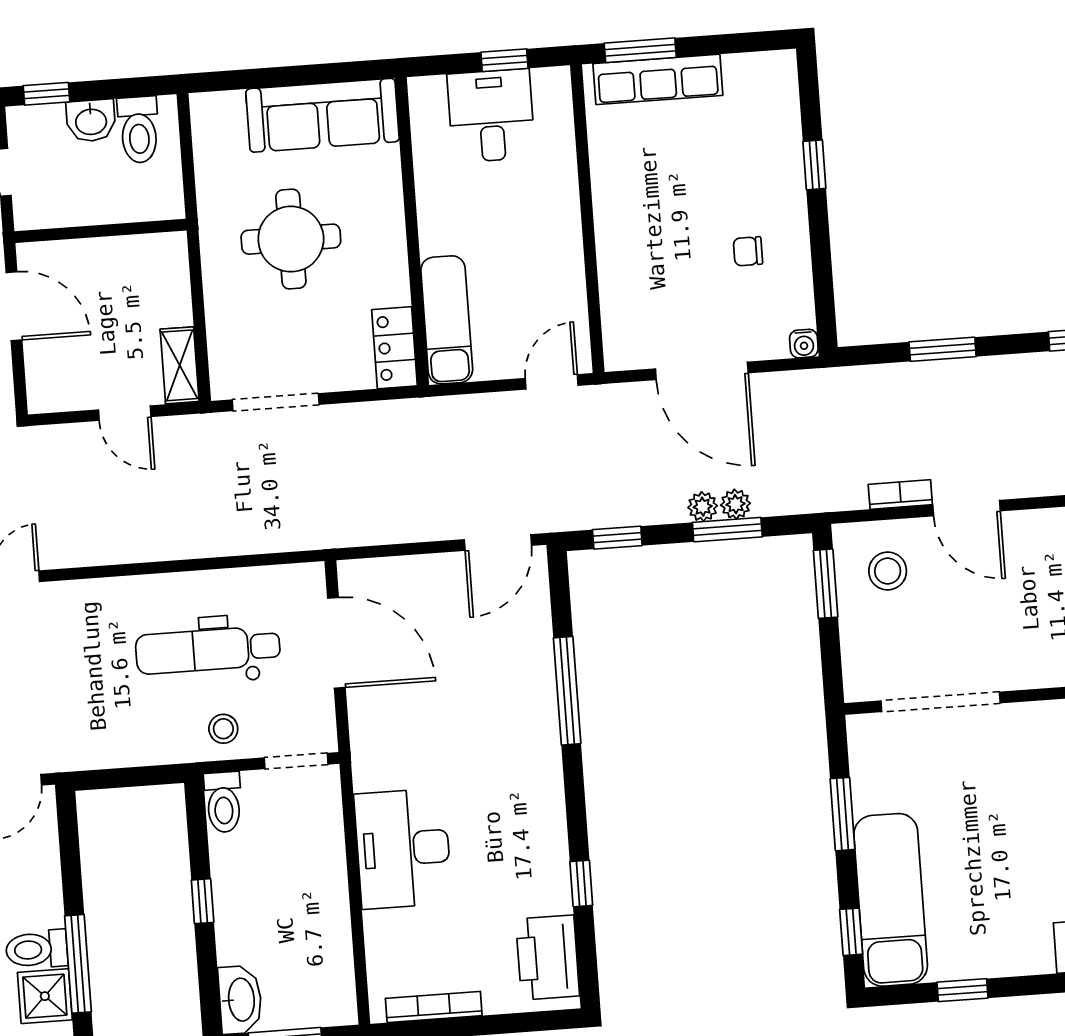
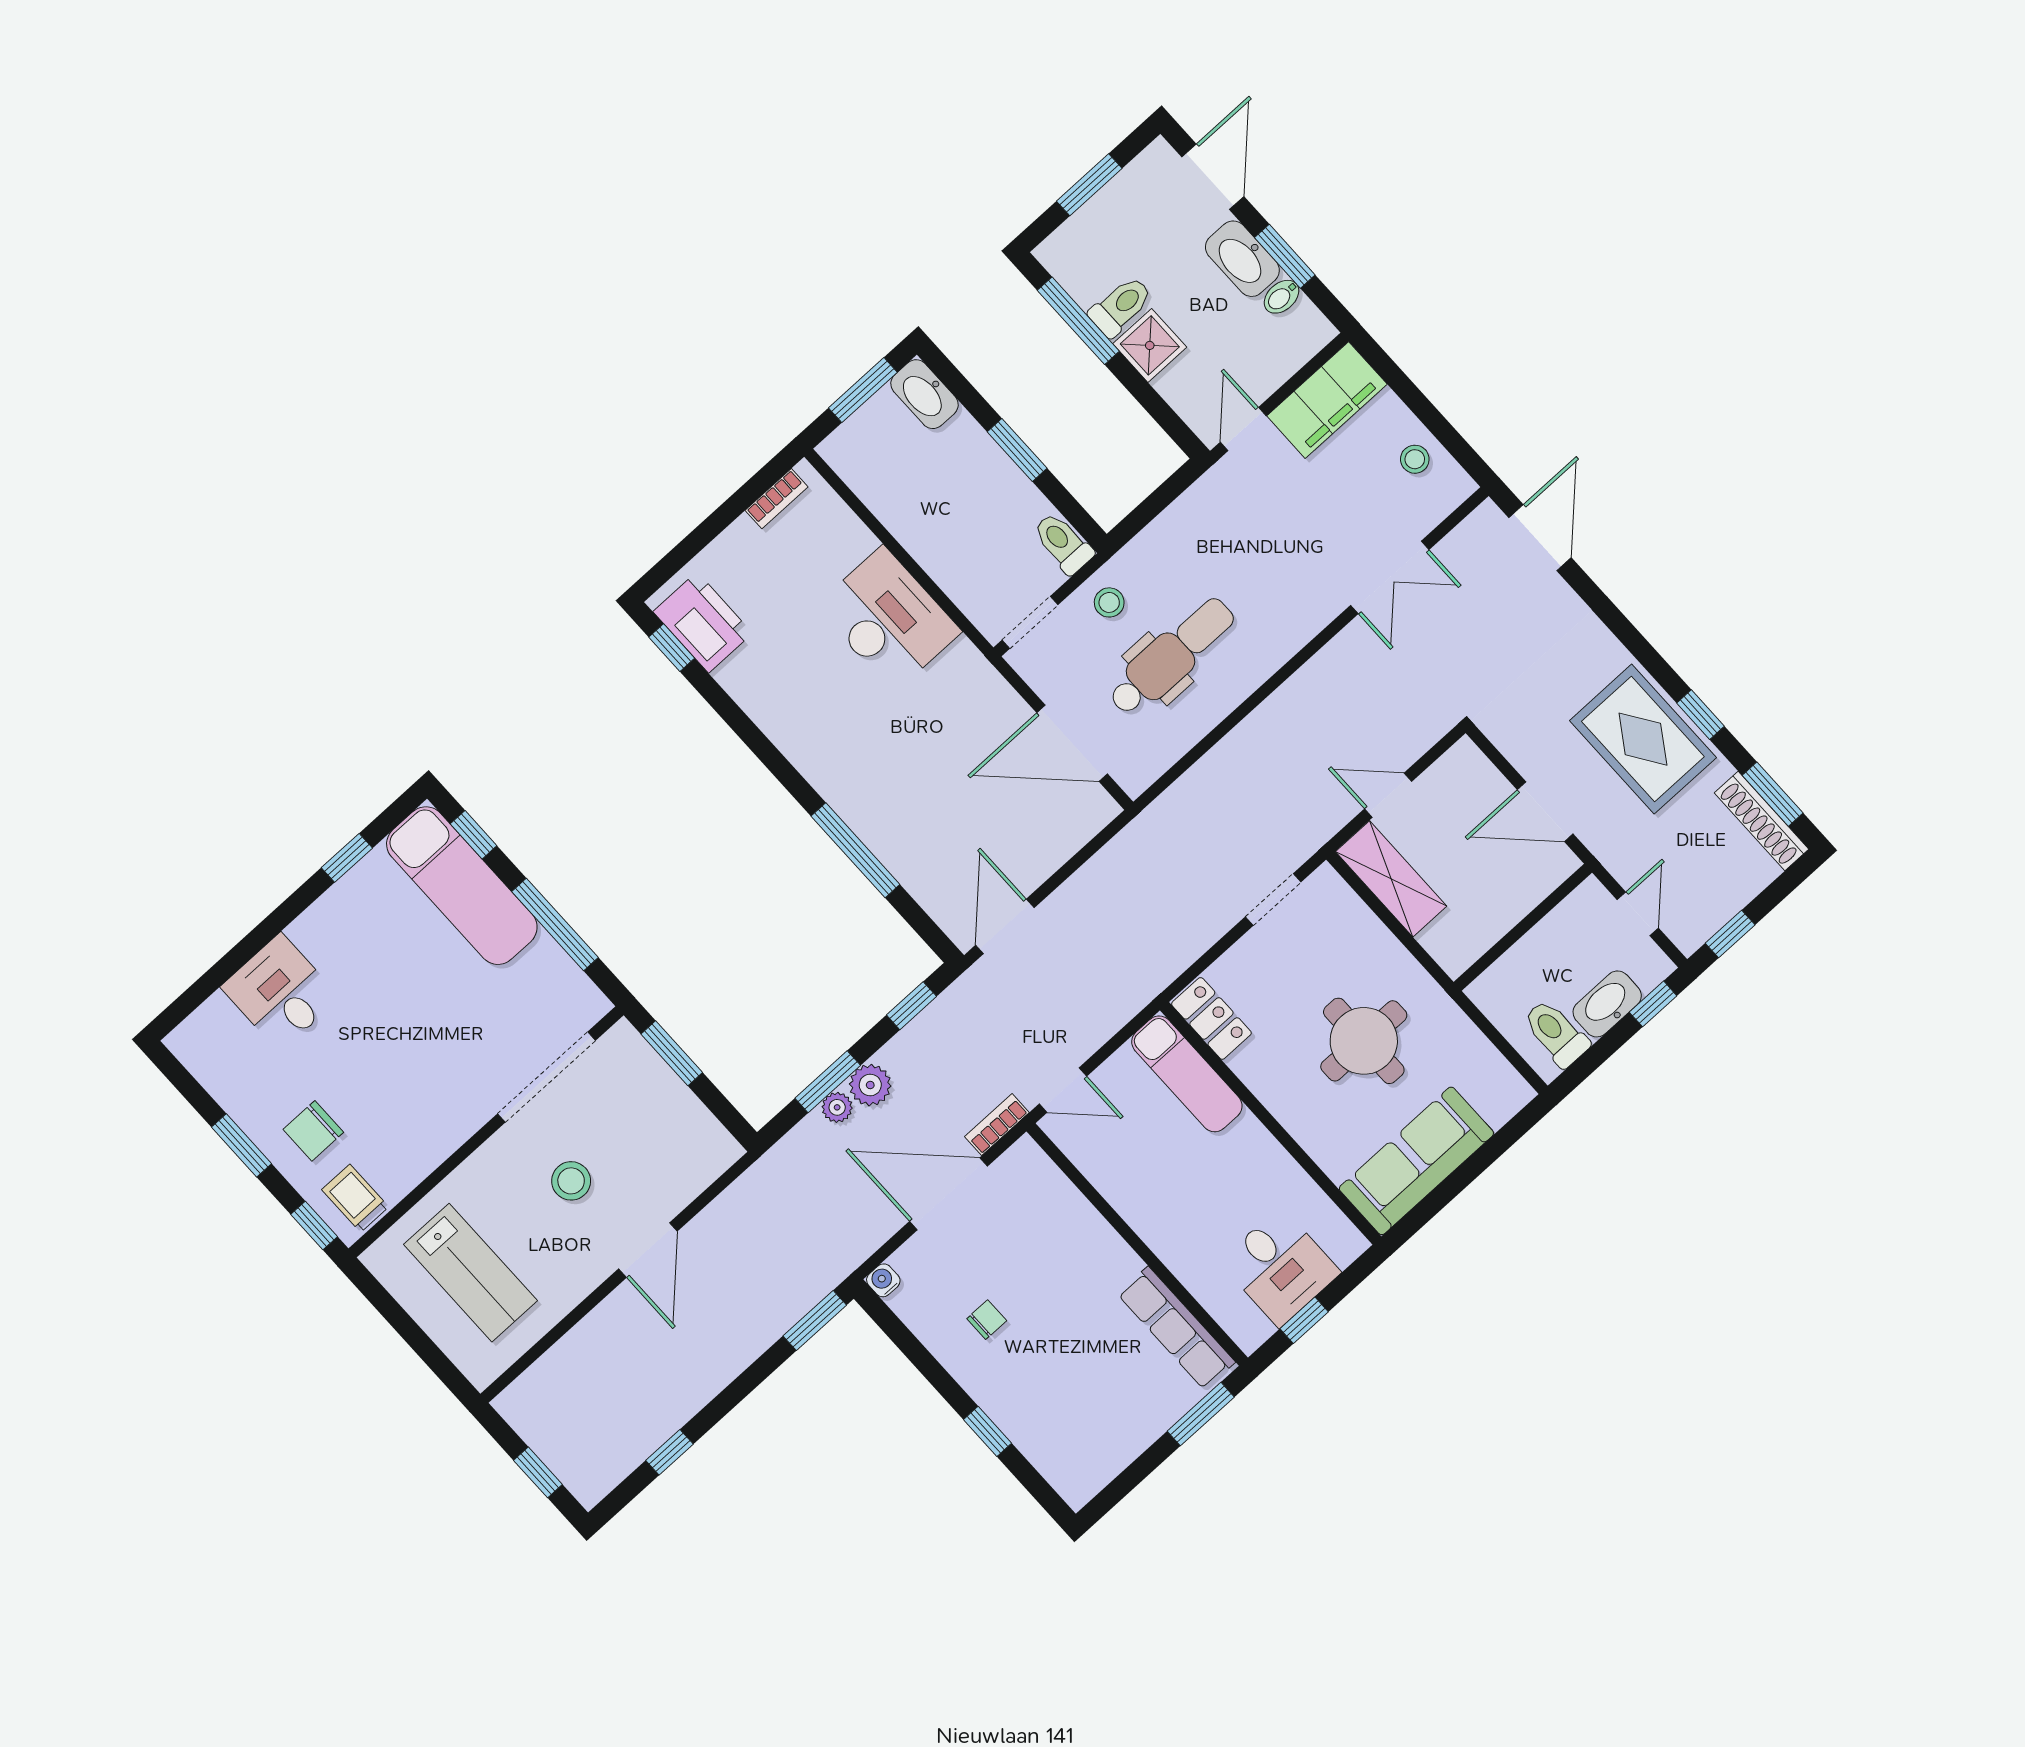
row of seats: (658, 79) -> (1176, 1328), moved, turned -90
washbasin: (91, 121) -> (1607, 1004), width x1.38
window: (943, 349) -> (815, 1321), moved
shelving: (180, 365) -> (1391, 879), width x1.50, depth x1.33
door: (552, 382) -> (1063, 1090), hinge flipped
doorway: (276, 402) -> (1273, 899), width x0.73
bookcase: (900, 494) -> (997, 1125), moved, turned 180
plant: (703, 507) -> (870, 1085), width x1.38, depth x1.38
door: (967, 508) -> (648, 1250), swing flipped
stool: (888, 571) -> (571, 1181), moved
window: (826, 584) -> (672, 1053), moved
window: (843, 814) -> (555, 924), width x1.44
window: (581, 884) -> (672, 648), moved
window: (203, 901) -> (1017, 450), width x1.50
shower: (45, 996) -> (1150, 345), moved
bookcase: (434, 1007) -> (777, 499), width x0.64

